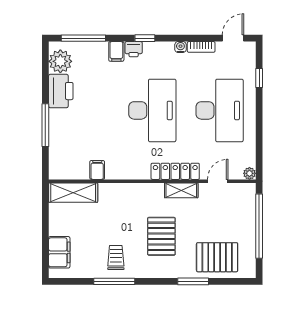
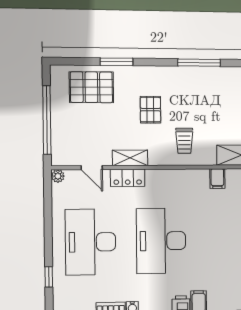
locker: (175, 171) -> (128, 178), width x0.66
door: (218, 181) -> (92, 168), hinge flipped
pallet: (161, 236) -> (150, 110), width x0.67, depth x0.71
trolley: (116, 257) -> (184, 141), moved

